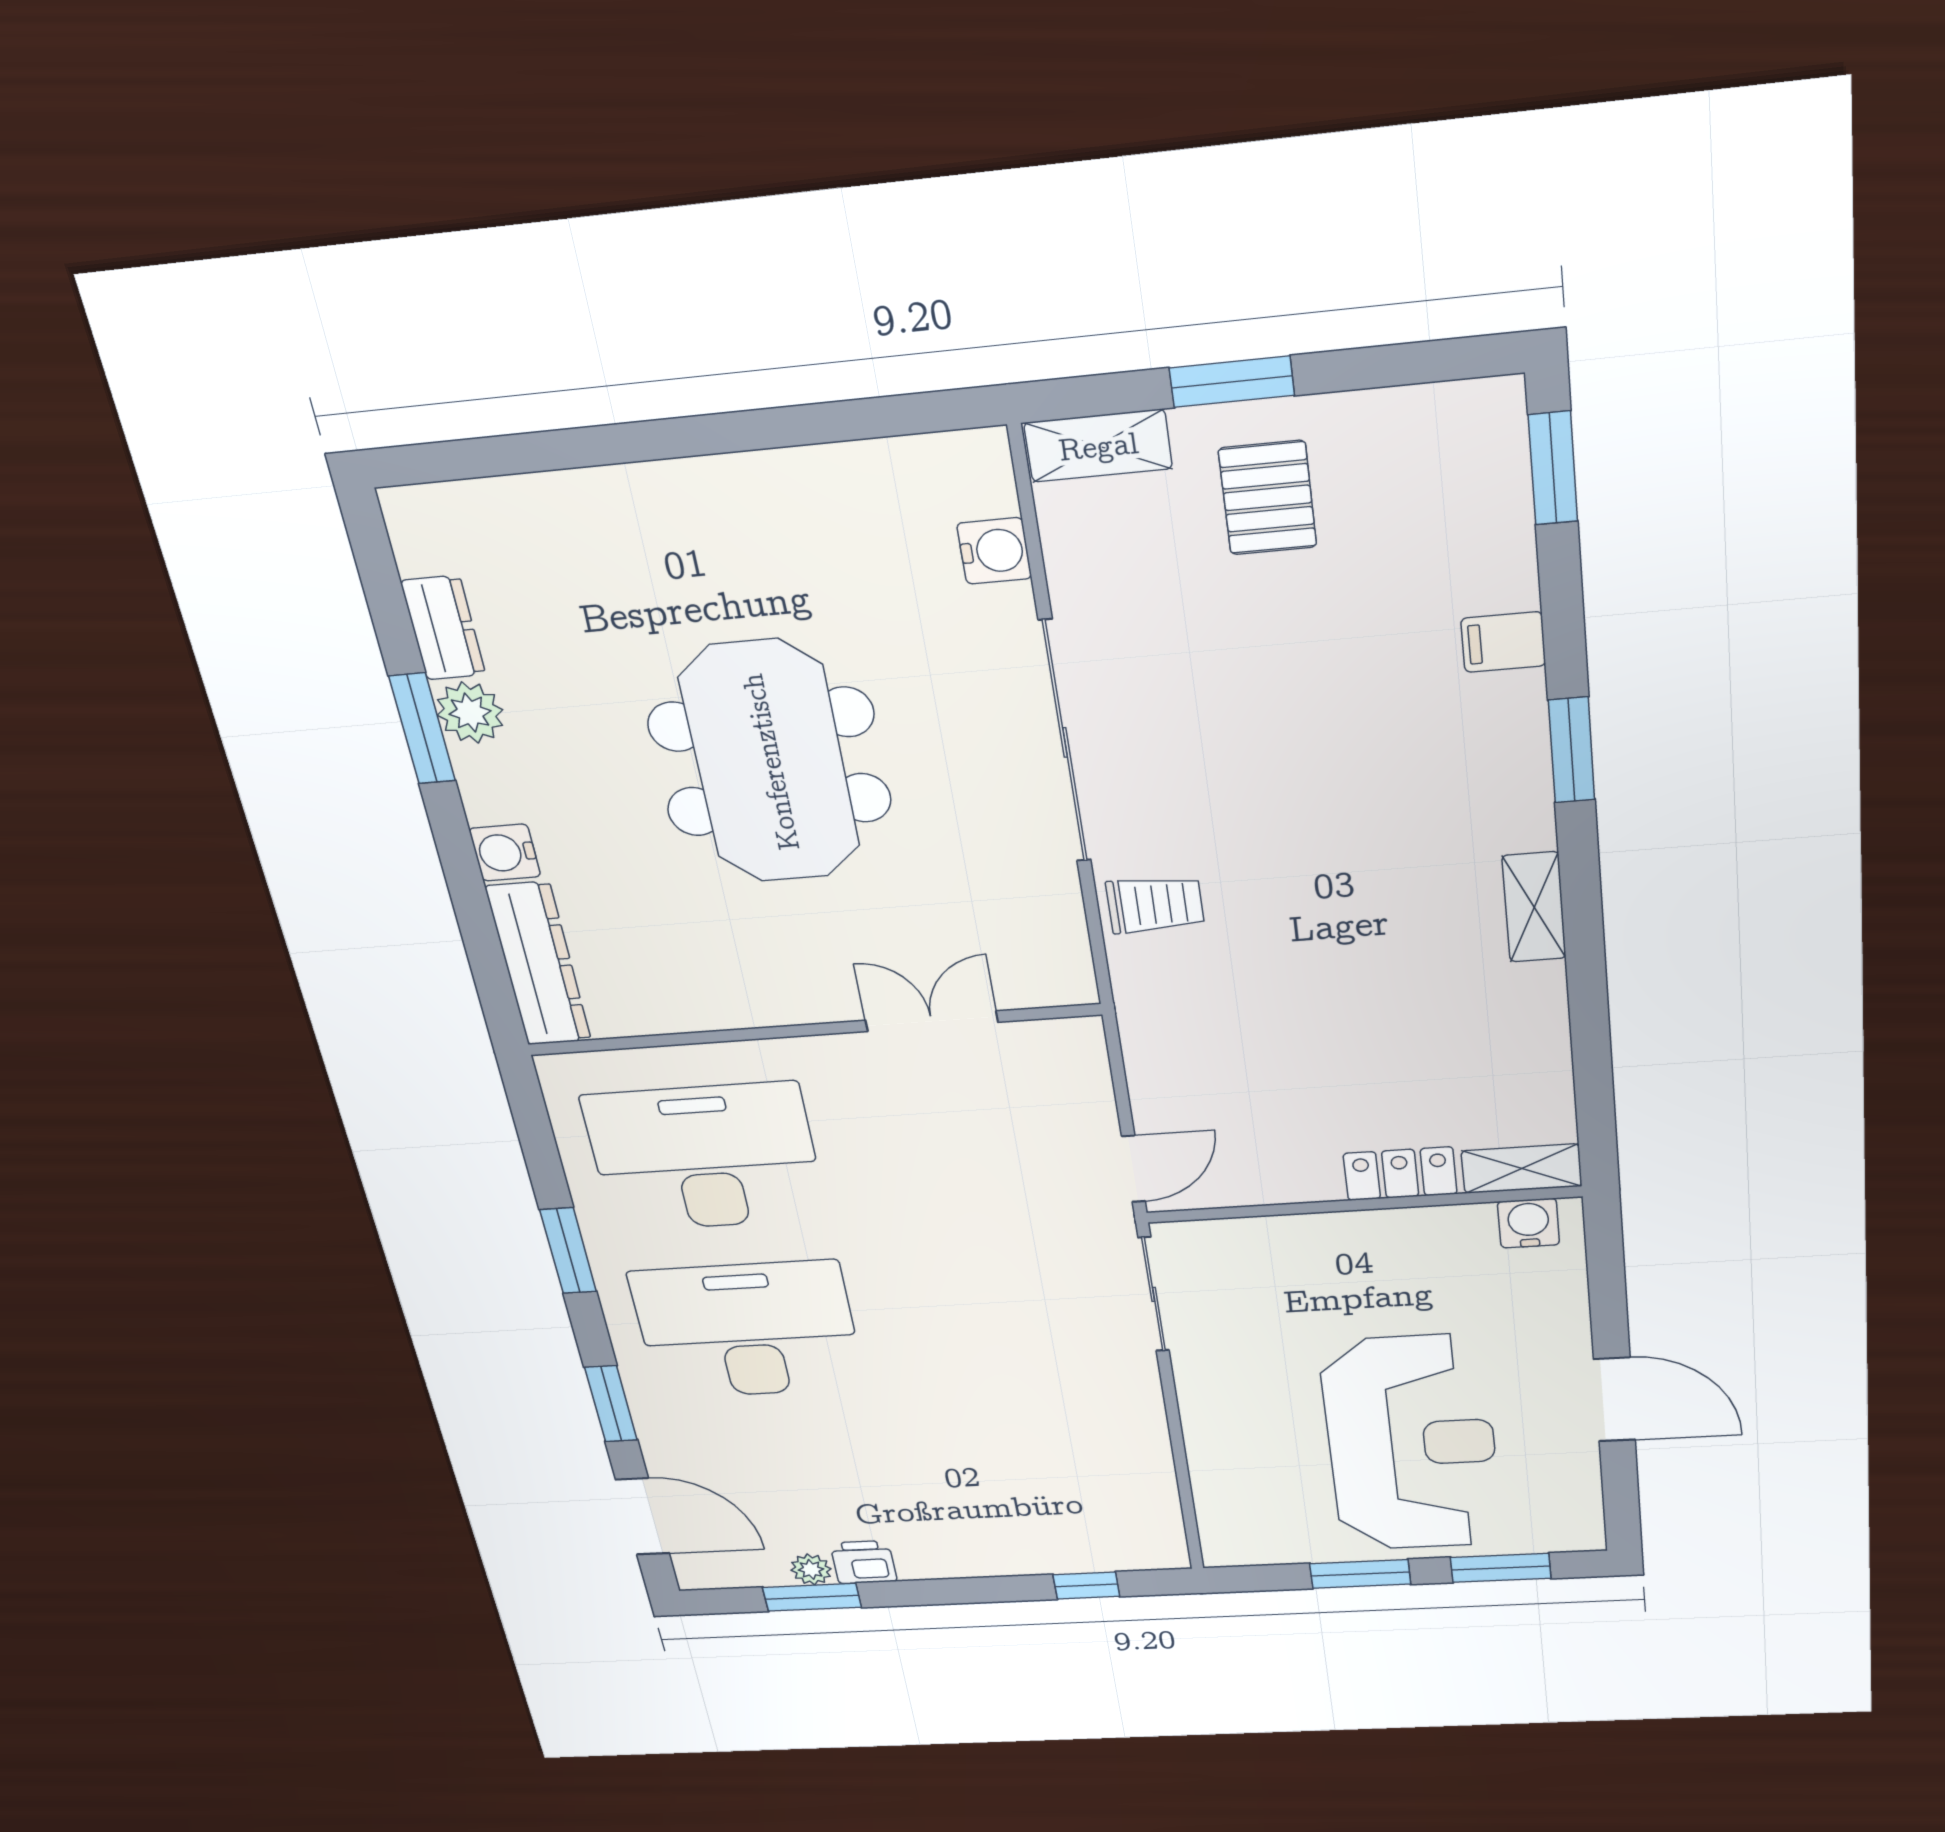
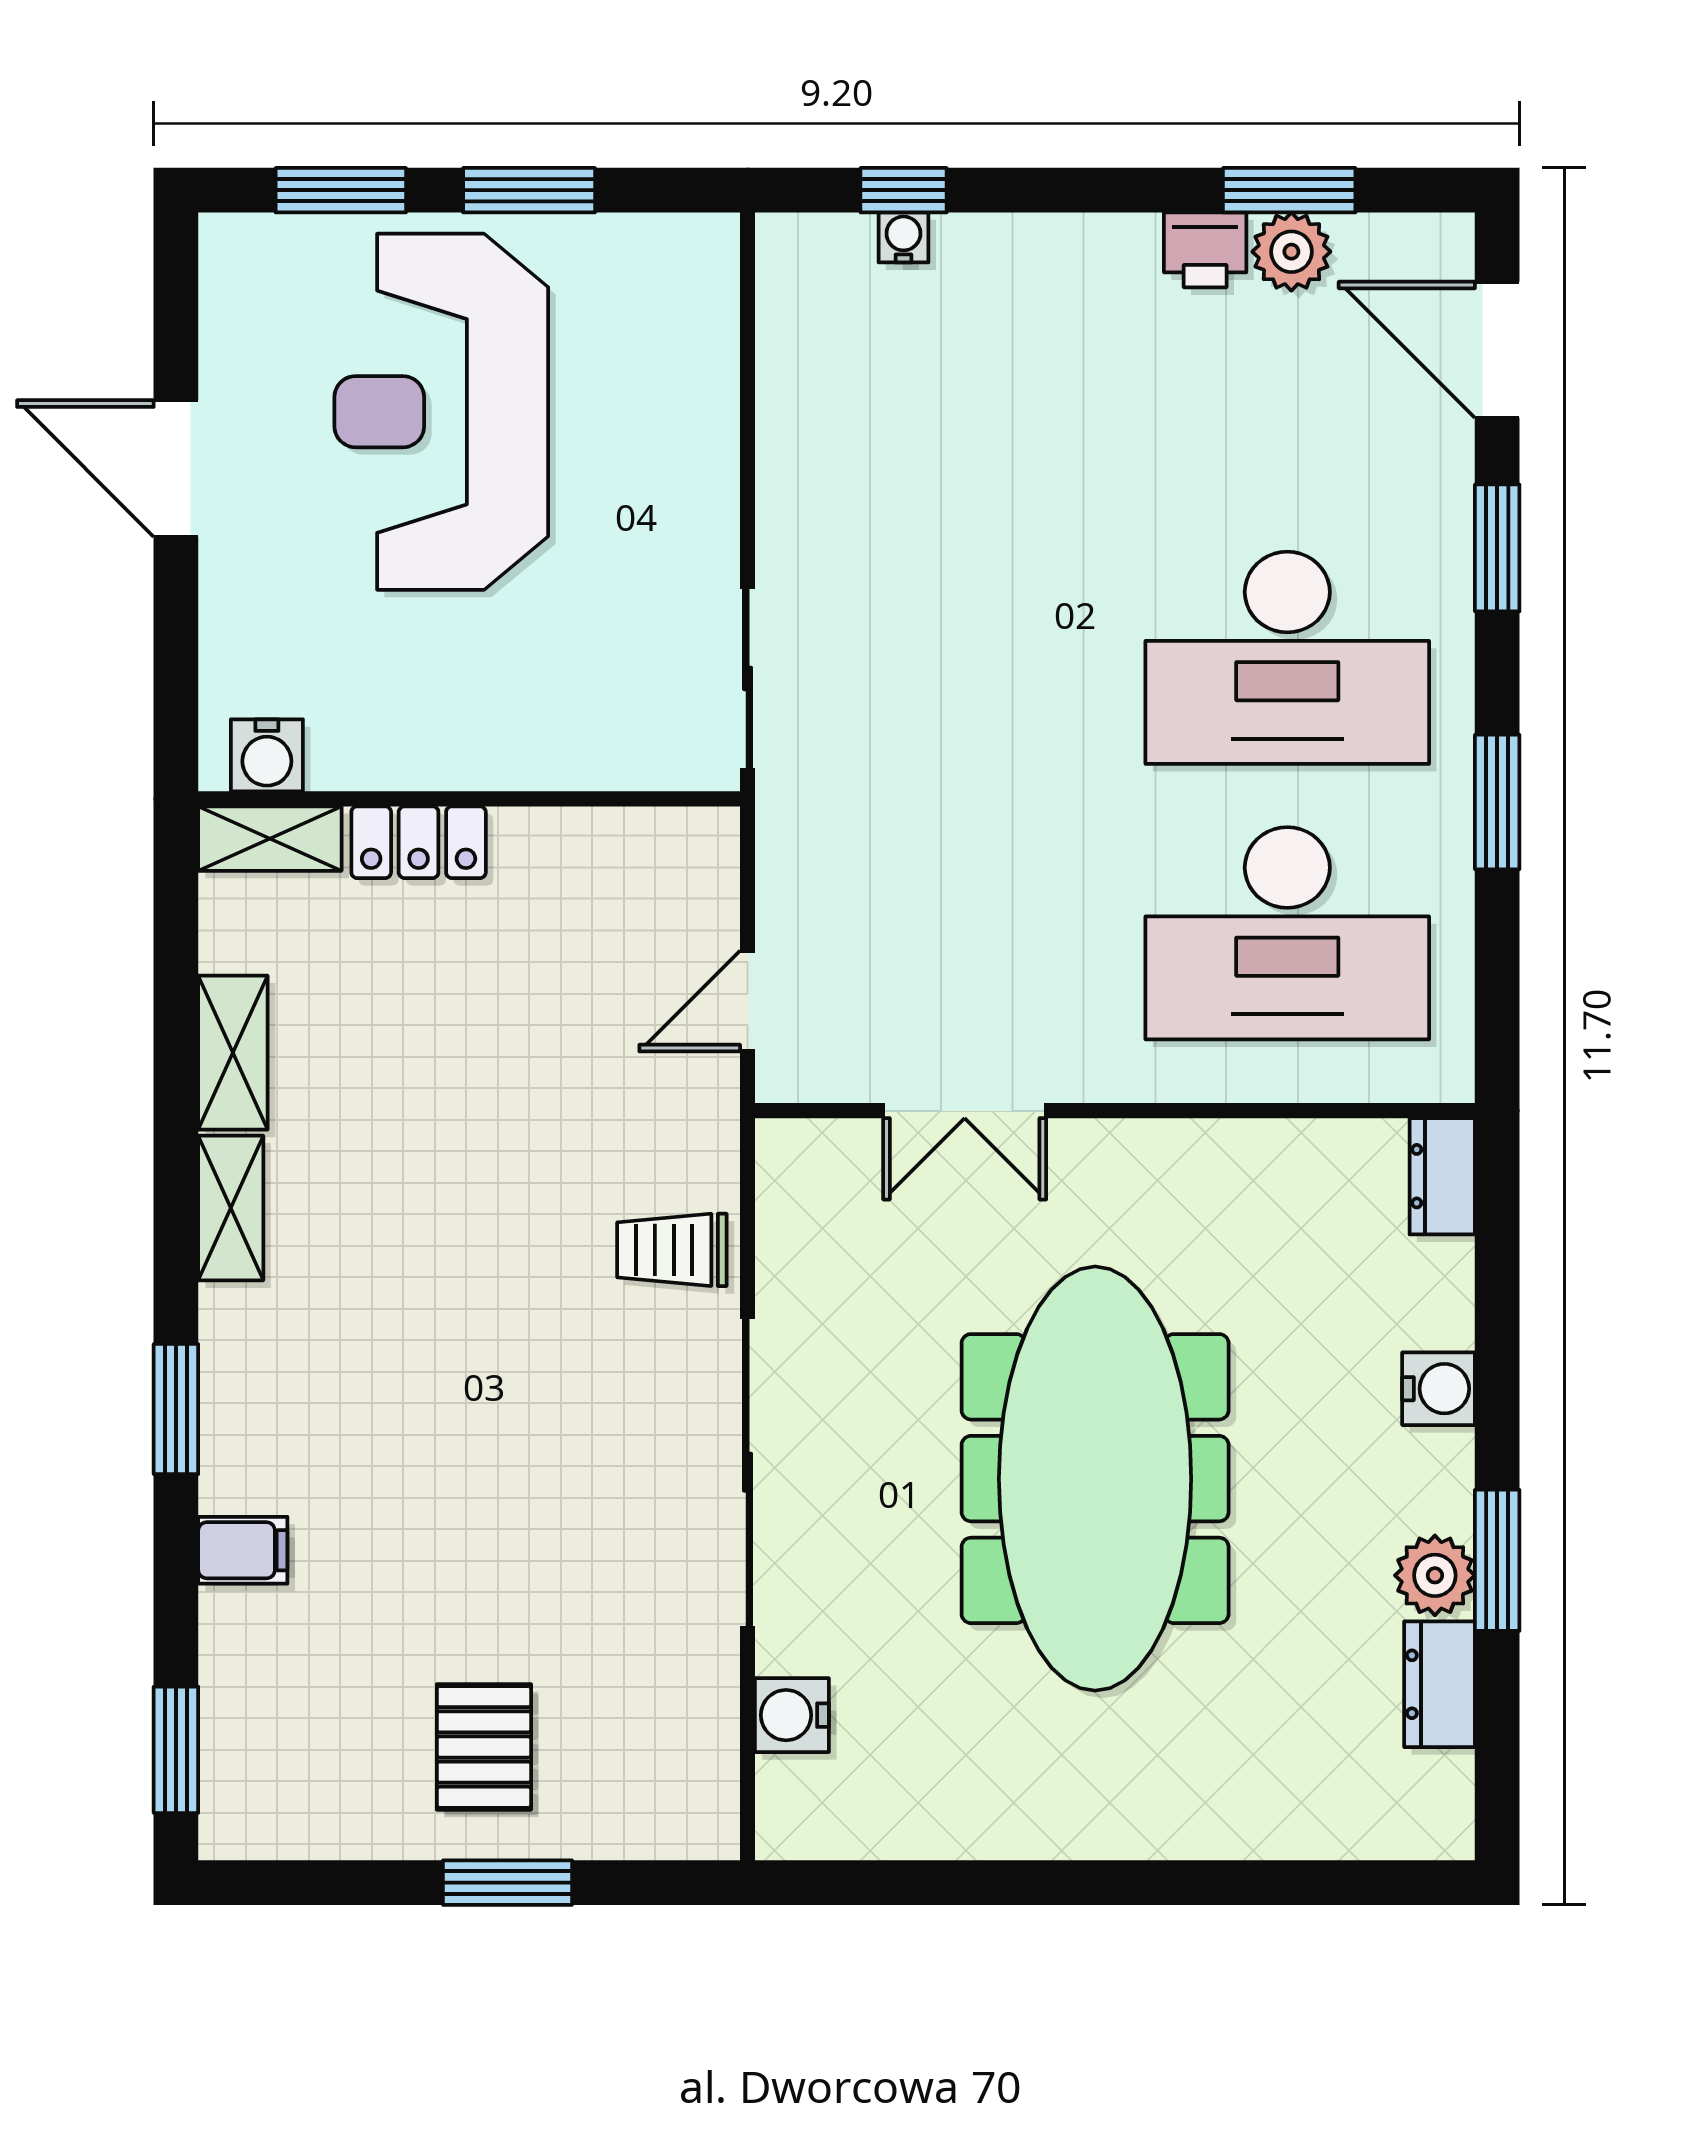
shelving: (1098, 446) -> (233, 1053), moved, turned 90
meeting table: (770, 762) -> (1095, 1479), width x1.36
dresser: (538, 964) -> (1442, 1176), width x0.51, depth x0.80
door: (1133, 1169) -> (748, 1001), moved
water cooler: (1082, 1560) -> (903, 237), added
plant: (811, 1569) -> (1291, 252), width x1.38, depth x1.38

